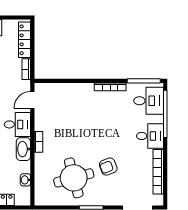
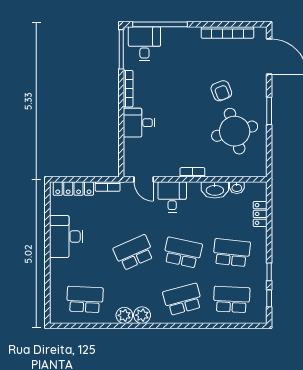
desk: (150, 136) -> (139, 123), moved, turned -90
washbasin: (23, 149) -> (215, 190), moved

